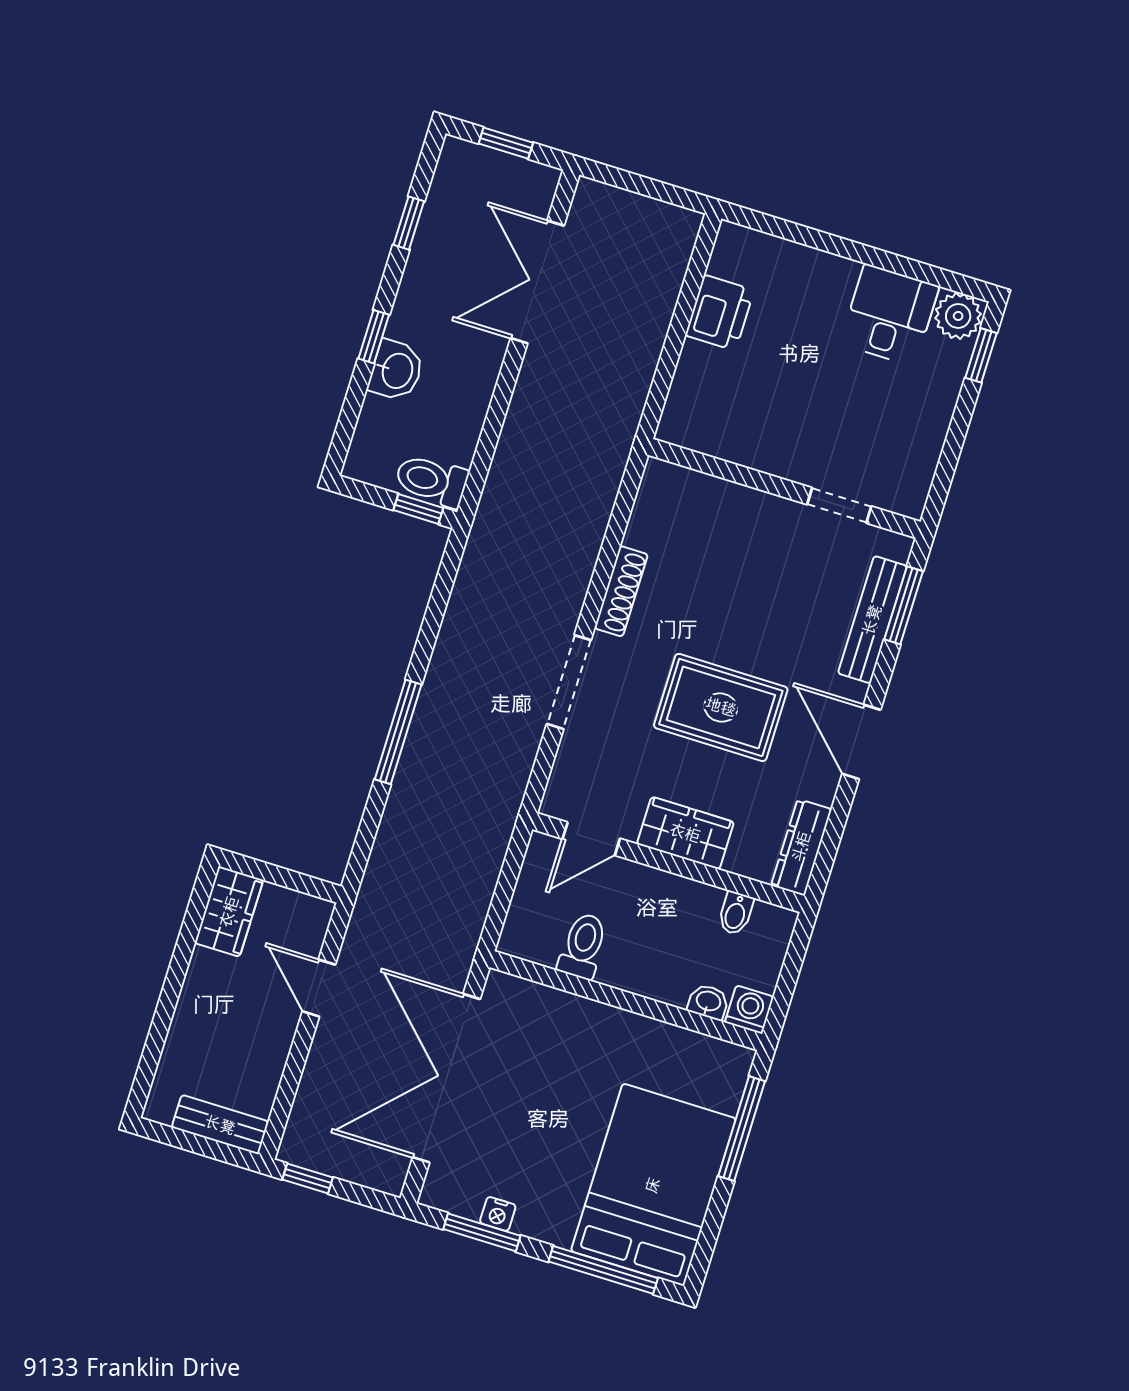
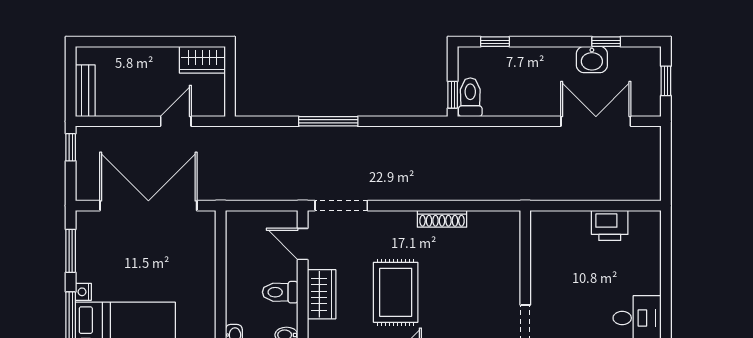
window: (374, 337) -> (495, 42), moved
washbasin: (396, 370) -> (592, 60), moved
doorway: (569, 682) -> (341, 206), moved
toilet: (583, 946) -> (280, 292), moved, turned 180
nightstand: (498, 1214) -> (83, 292), moved

